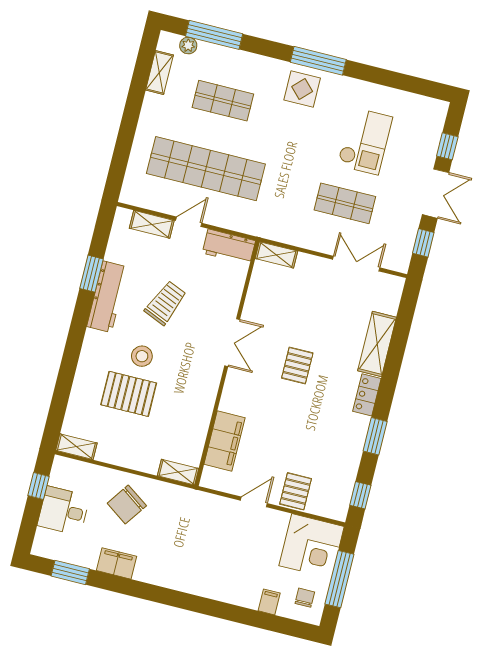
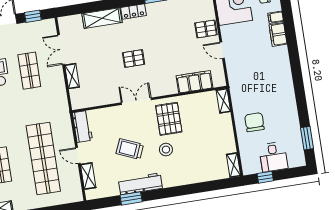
shelving: (276, 255) -> (72, 76), moved
pallet: (129, 394) -> (169, 119), moved
chair: (127, 504) -> (254, 122), turned -125
filing cabinet: (116, 563) -> (278, 34), moved

